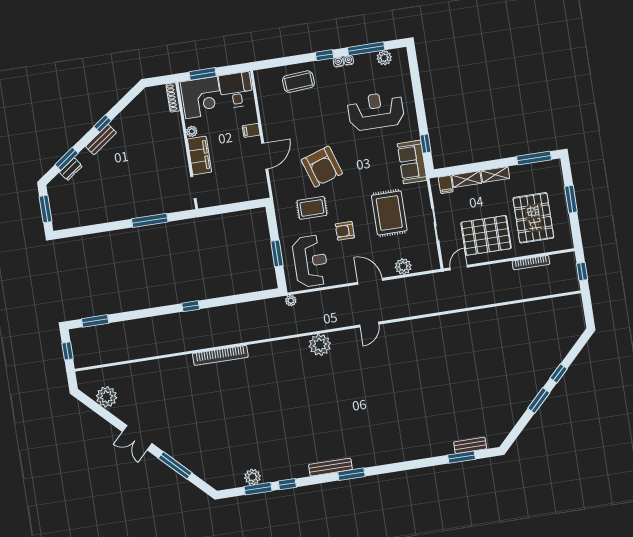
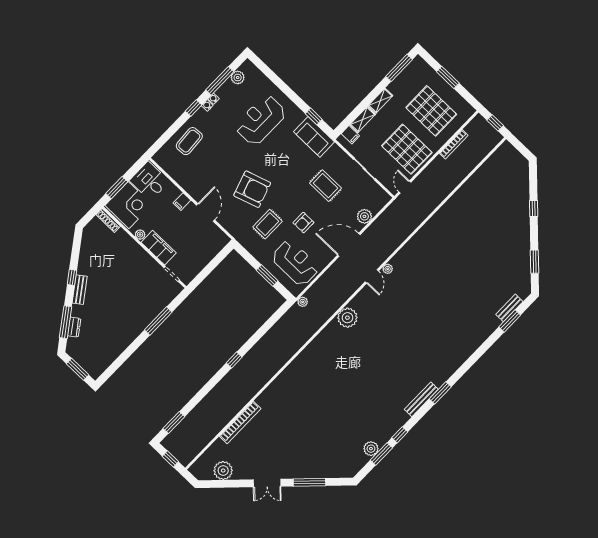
window: (67, 159) -> (66, 322), width x1.44
rug: (389, 213) -> (326, 186), width x0.73, depth x0.70
pallet: (486, 235) -> (407, 149), turned 90
door: (370, 281) -> (349, 245), width x1.36
plant: (388, 329) -> (388, 269), added
bookcase: (220, 355) -> (240, 422), moved
window: (539, 401) -> (535, 262), moved

